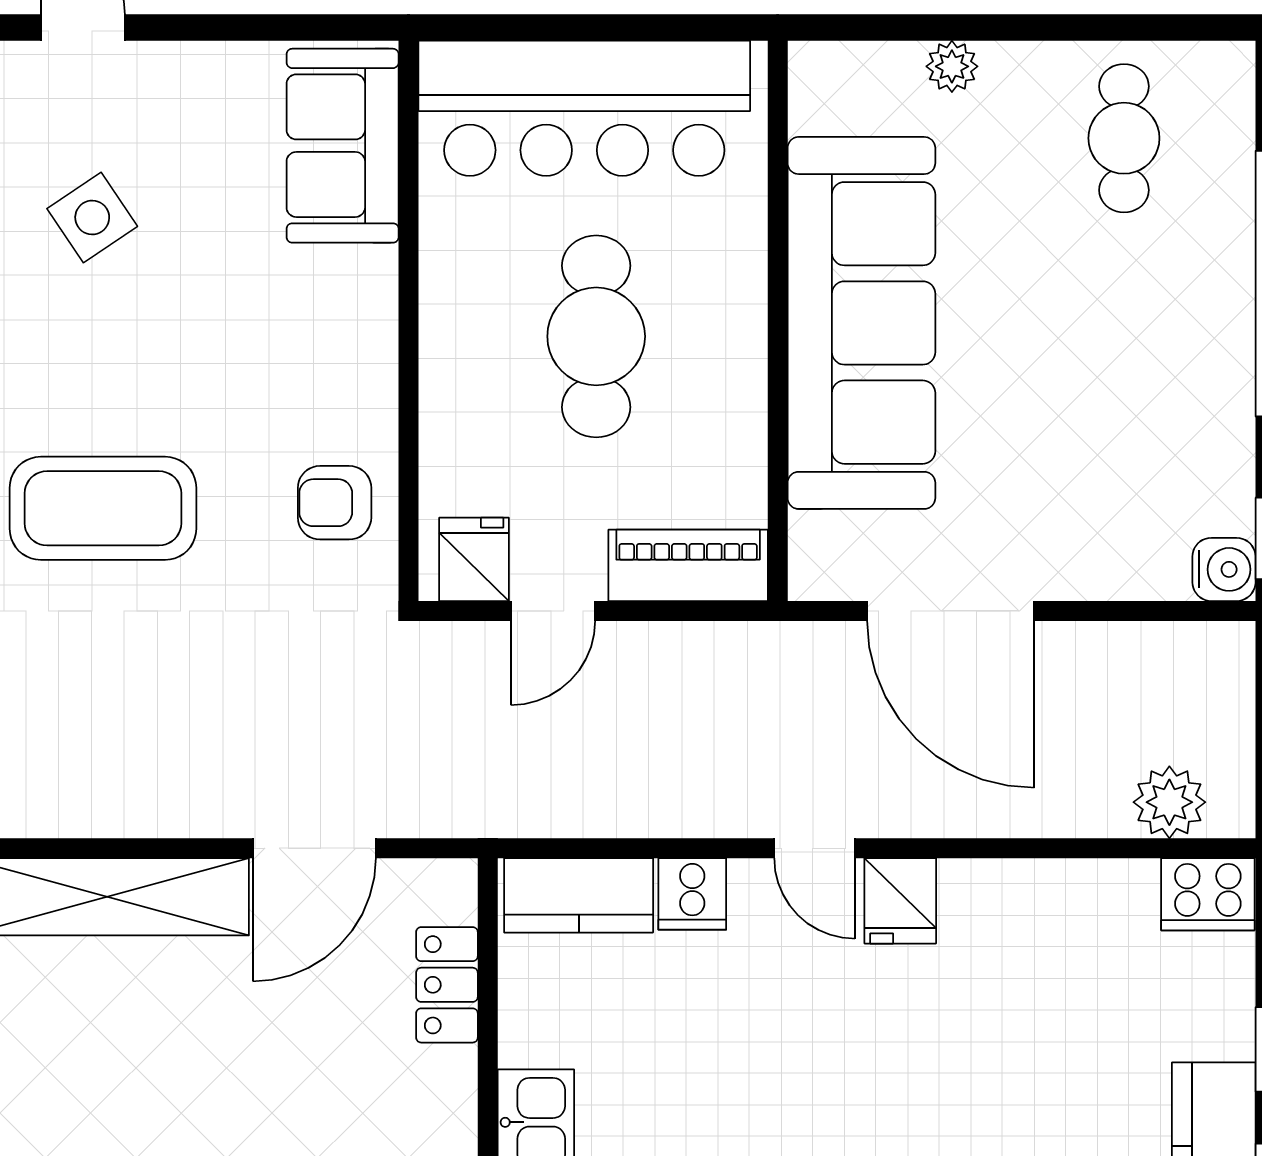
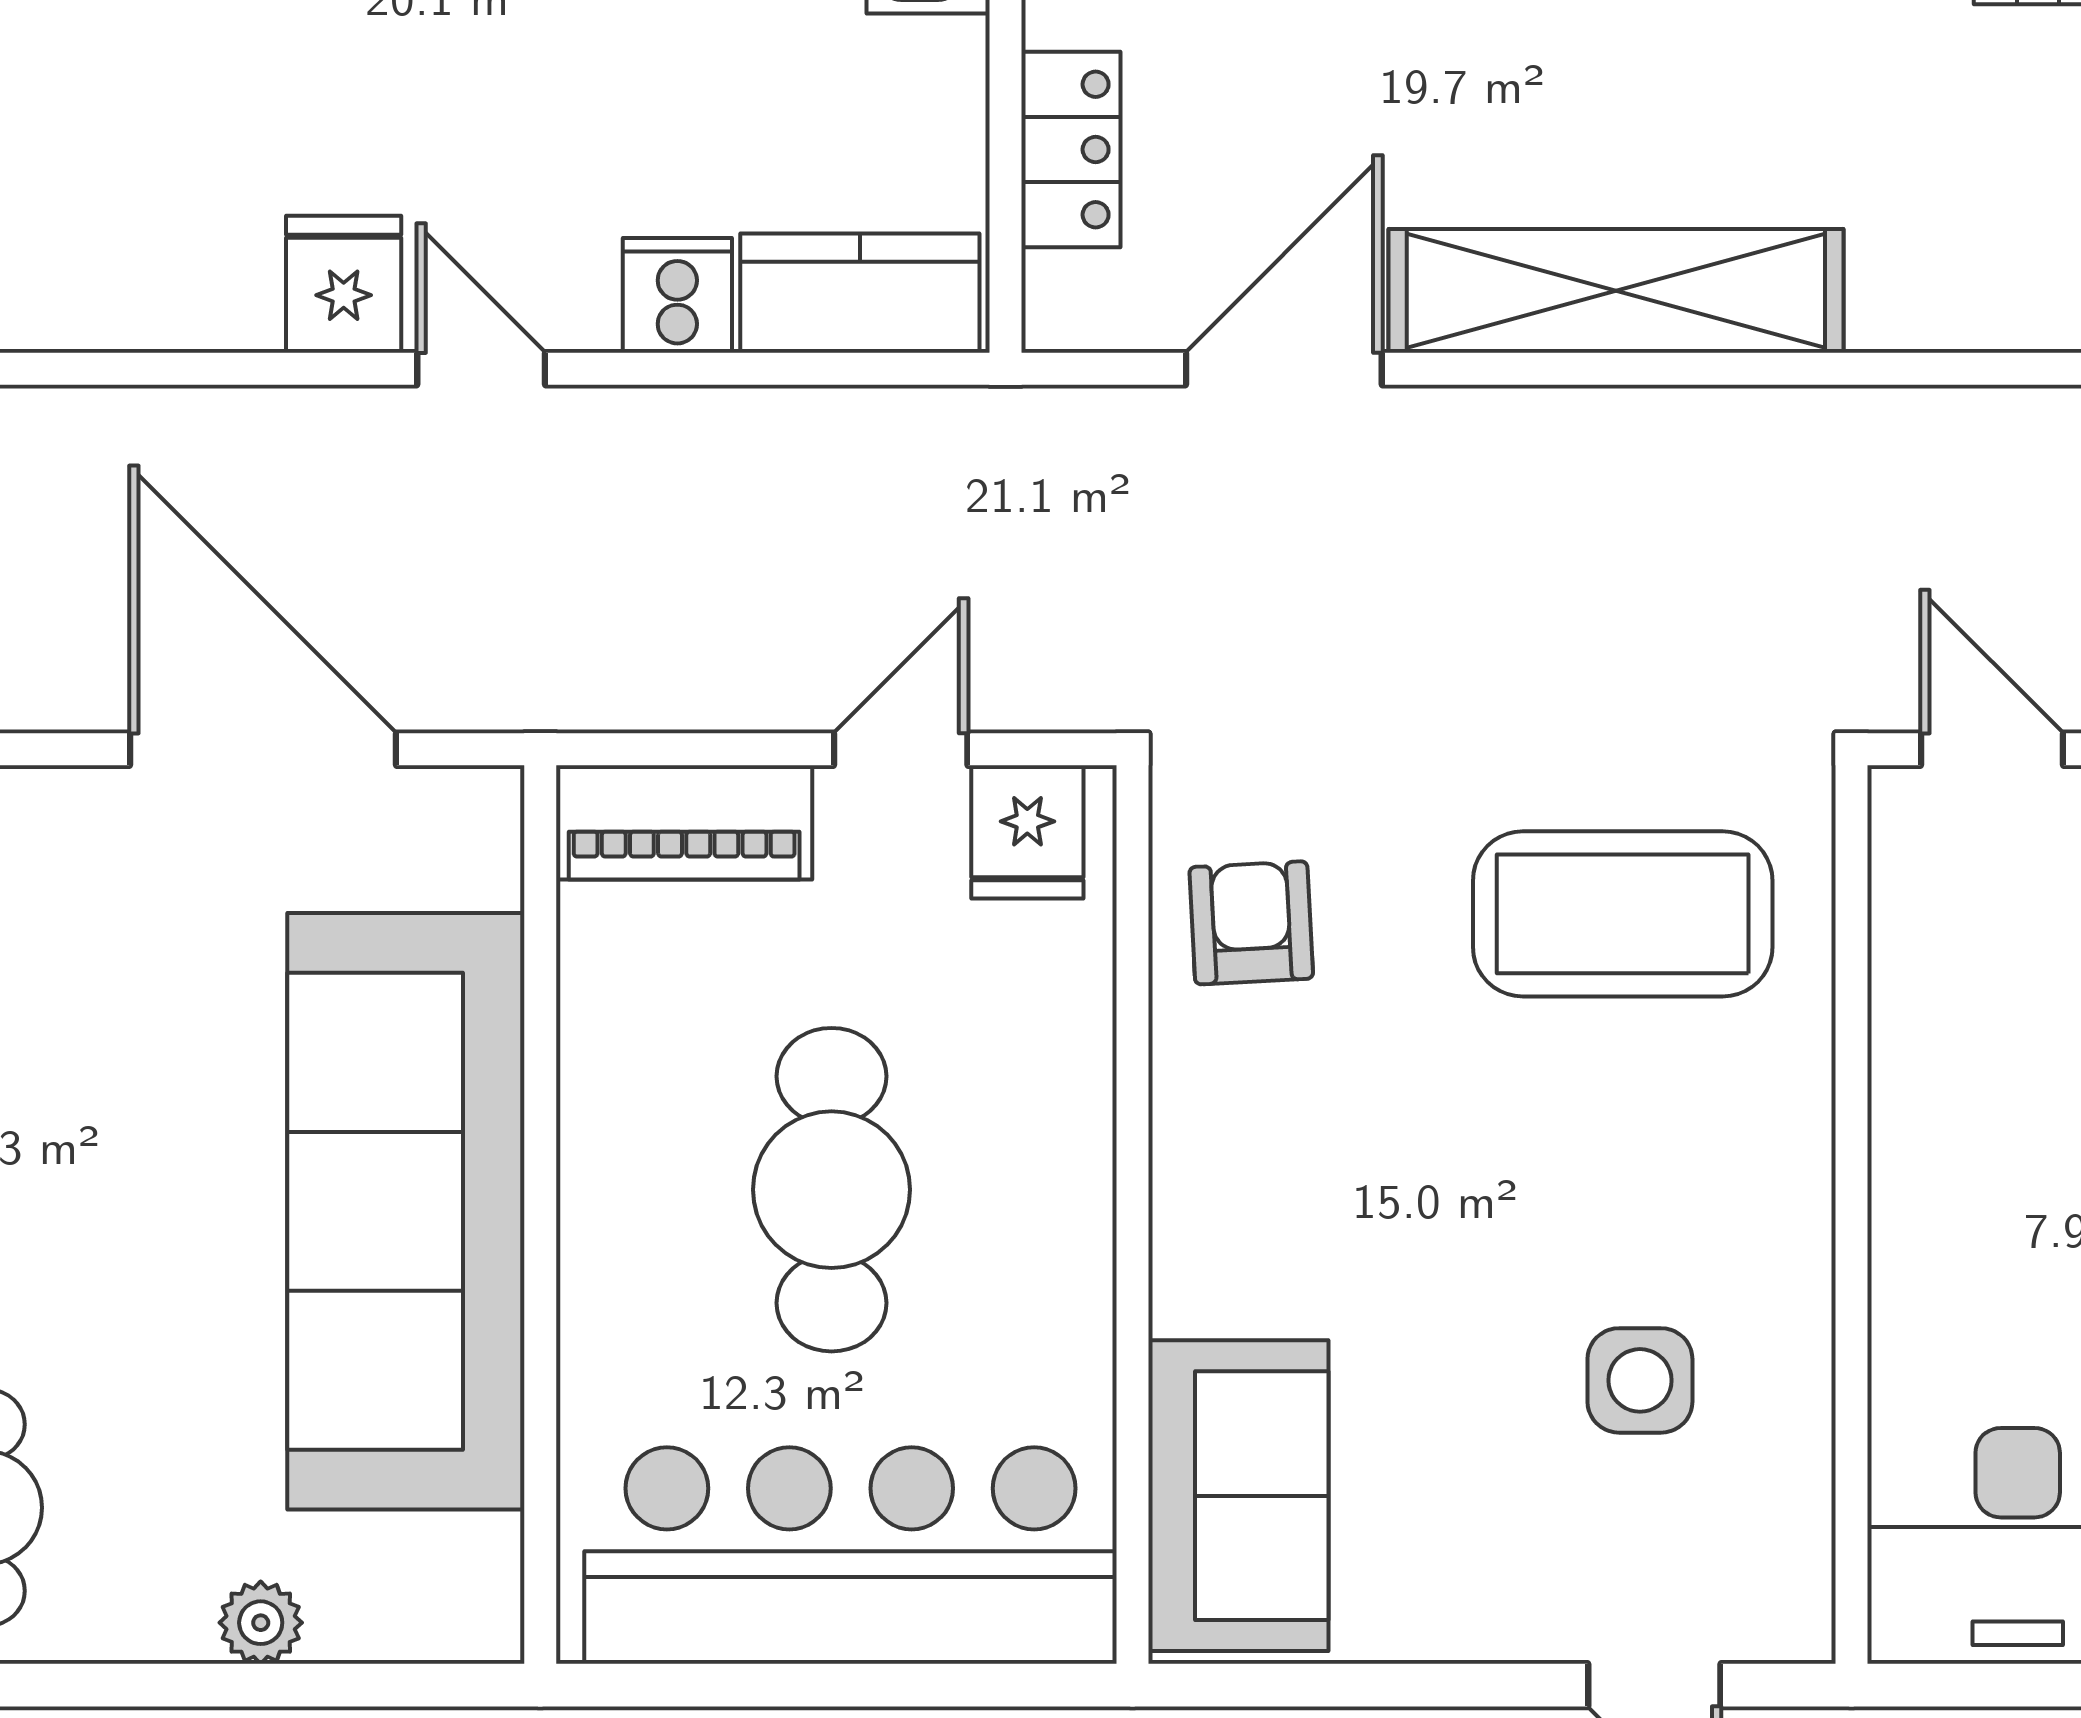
side table: (92, 217) -> (1640, 1380), turned 34
armchair: (335, 503) -> (1251, 923), turned -93

